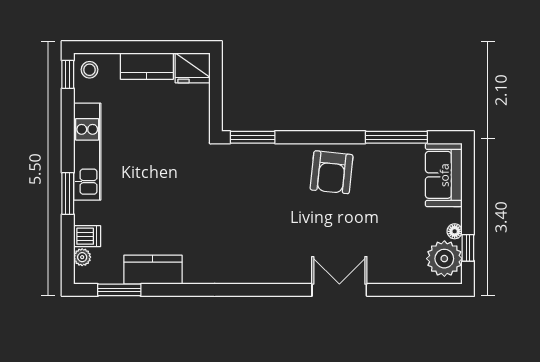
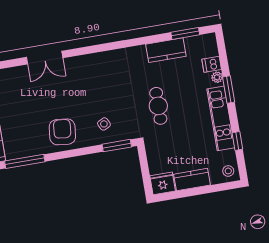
window: (68, 74) -> (237, 141), moved
side table: (266, 174) -> (104, 124), added
cafe table: (179, 187) -> (158, 106), added
plant: (82, 257) -> (217, 77), moved

